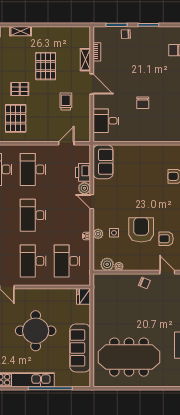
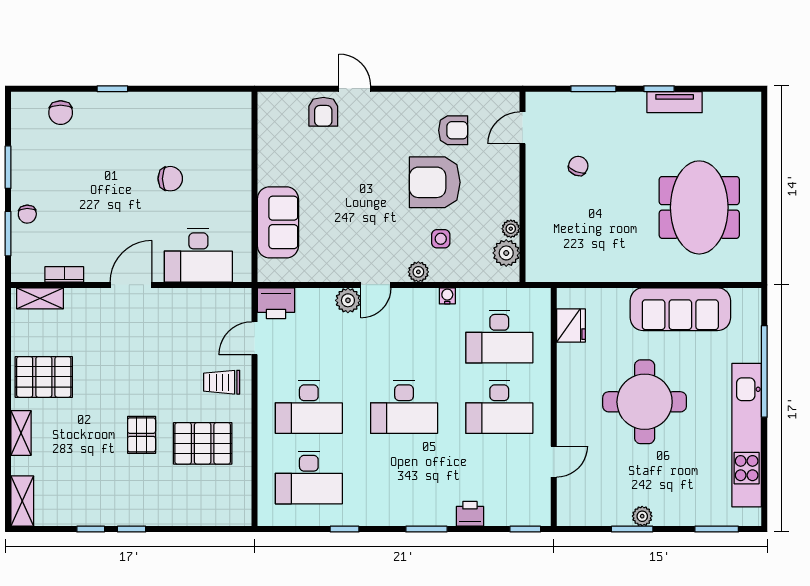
shelving: (85, 60) -> (40, 298), moved
pallet: (46, 66) -> (44, 377), moved
trolley: (66, 101) -> (222, 382), moved
desk: (106, 121) -> (198, 255), width x1.37
door: (66, 143) -> (255, 338), hinge flipped
sofa: (103, 162) -> (278, 222), moved, turned 90
printer: (83, 172) -> (276, 303), moved
plant: (98, 234) -> (418, 272), moved
armchair: (166, 239) -> (453, 130), turned -90
chair: (144, 283) -> (578, 166), moved
fridge: (83, 296) -> (571, 325), moved, turned -90
meeting table: (129, 357) -> (699, 207), width x0.73

